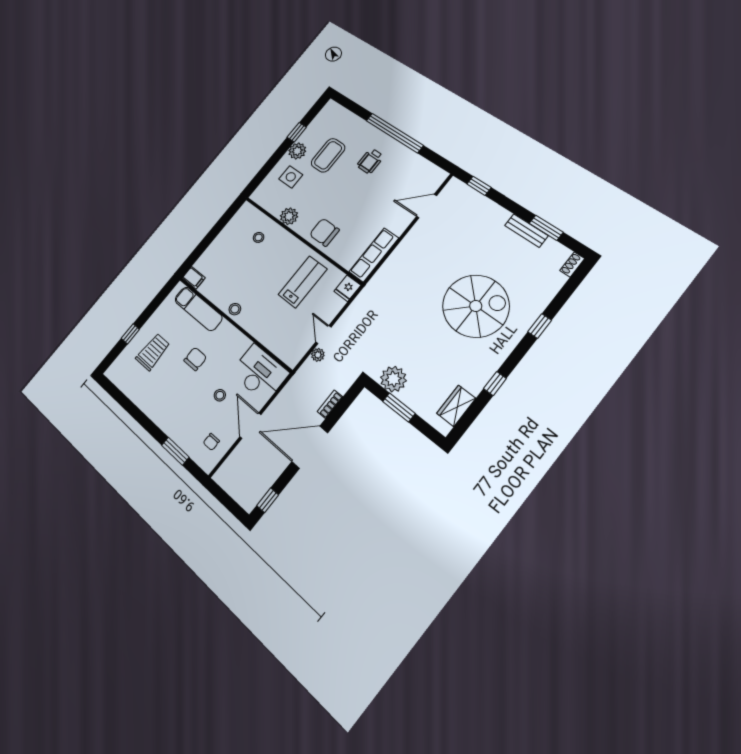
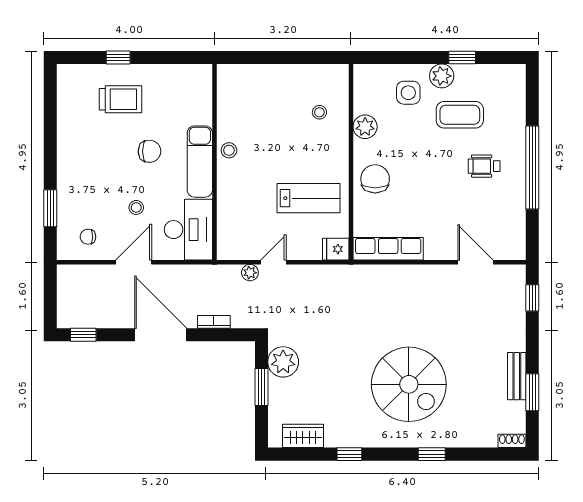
filing cabinet: (194, 278) -> (226, 77), removed
exam couch: (198, 309) -> (200, 162), moved

